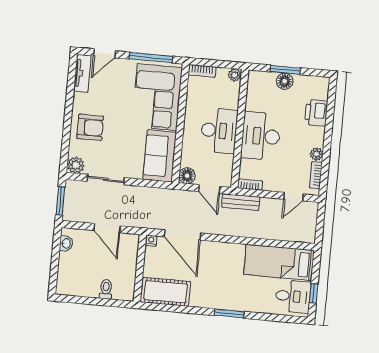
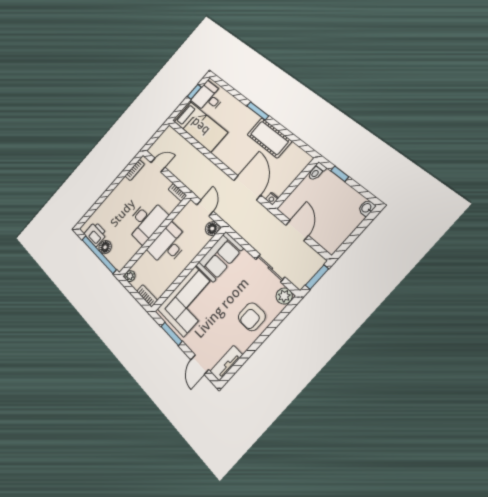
door: (104, 53) -> (200, 365), swing flipped
window: (151, 58) -> (171, 334), width x0.69
window: (285, 70) -> (99, 254), width x2.11
printer: (316, 113) -> (95, 234), moved, turned -90
armchair: (90, 127) -> (252, 317), turned -90
plant: (317, 154) -> (124, 184), removed
bench: (241, 202) -> (192, 184), removed
washbasin: (66, 243) -> (367, 208), moved
toilet: (106, 289) -> (317, 172), moved
cot: (166, 292) -> (269, 138), moved
window: (106, 302) -> (340, 174), added

